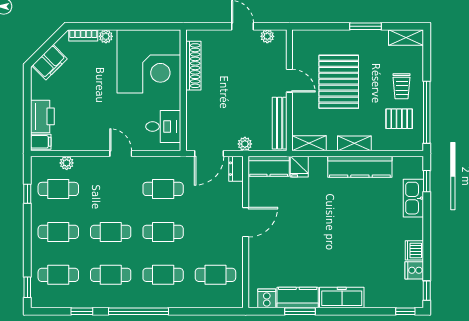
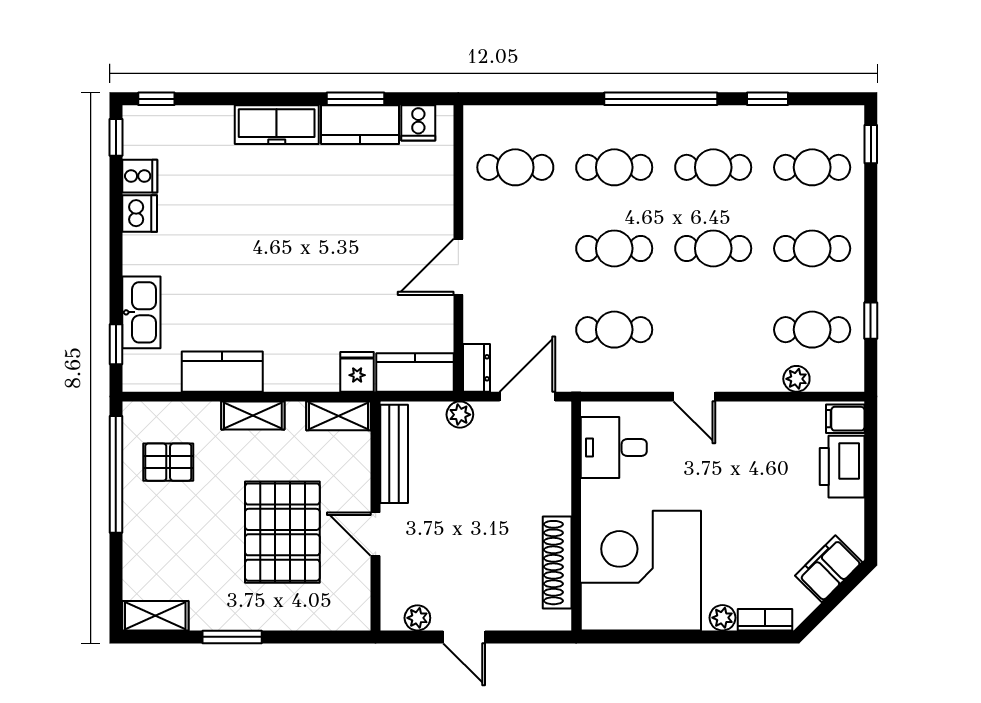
trolley: (402, 86) -> (164, 523), removed
kitchen counter: (360, 167) -> (222, 372), width x0.67

